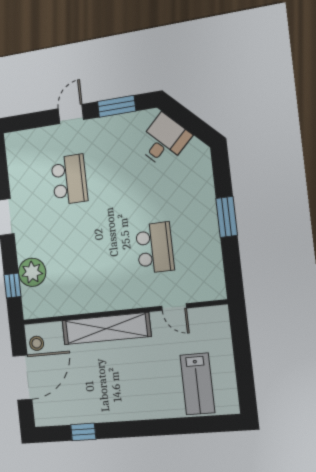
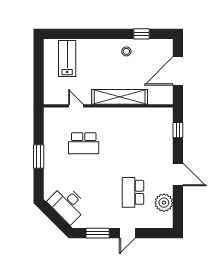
desk: (164, 141) -> (68, 204), width x1.37
school desk: (155, 248) -> (84, 143), turned -90
plant: (32, 272) -> (164, 203), moved
stool: (37, 343) -> (126, 51), moved

